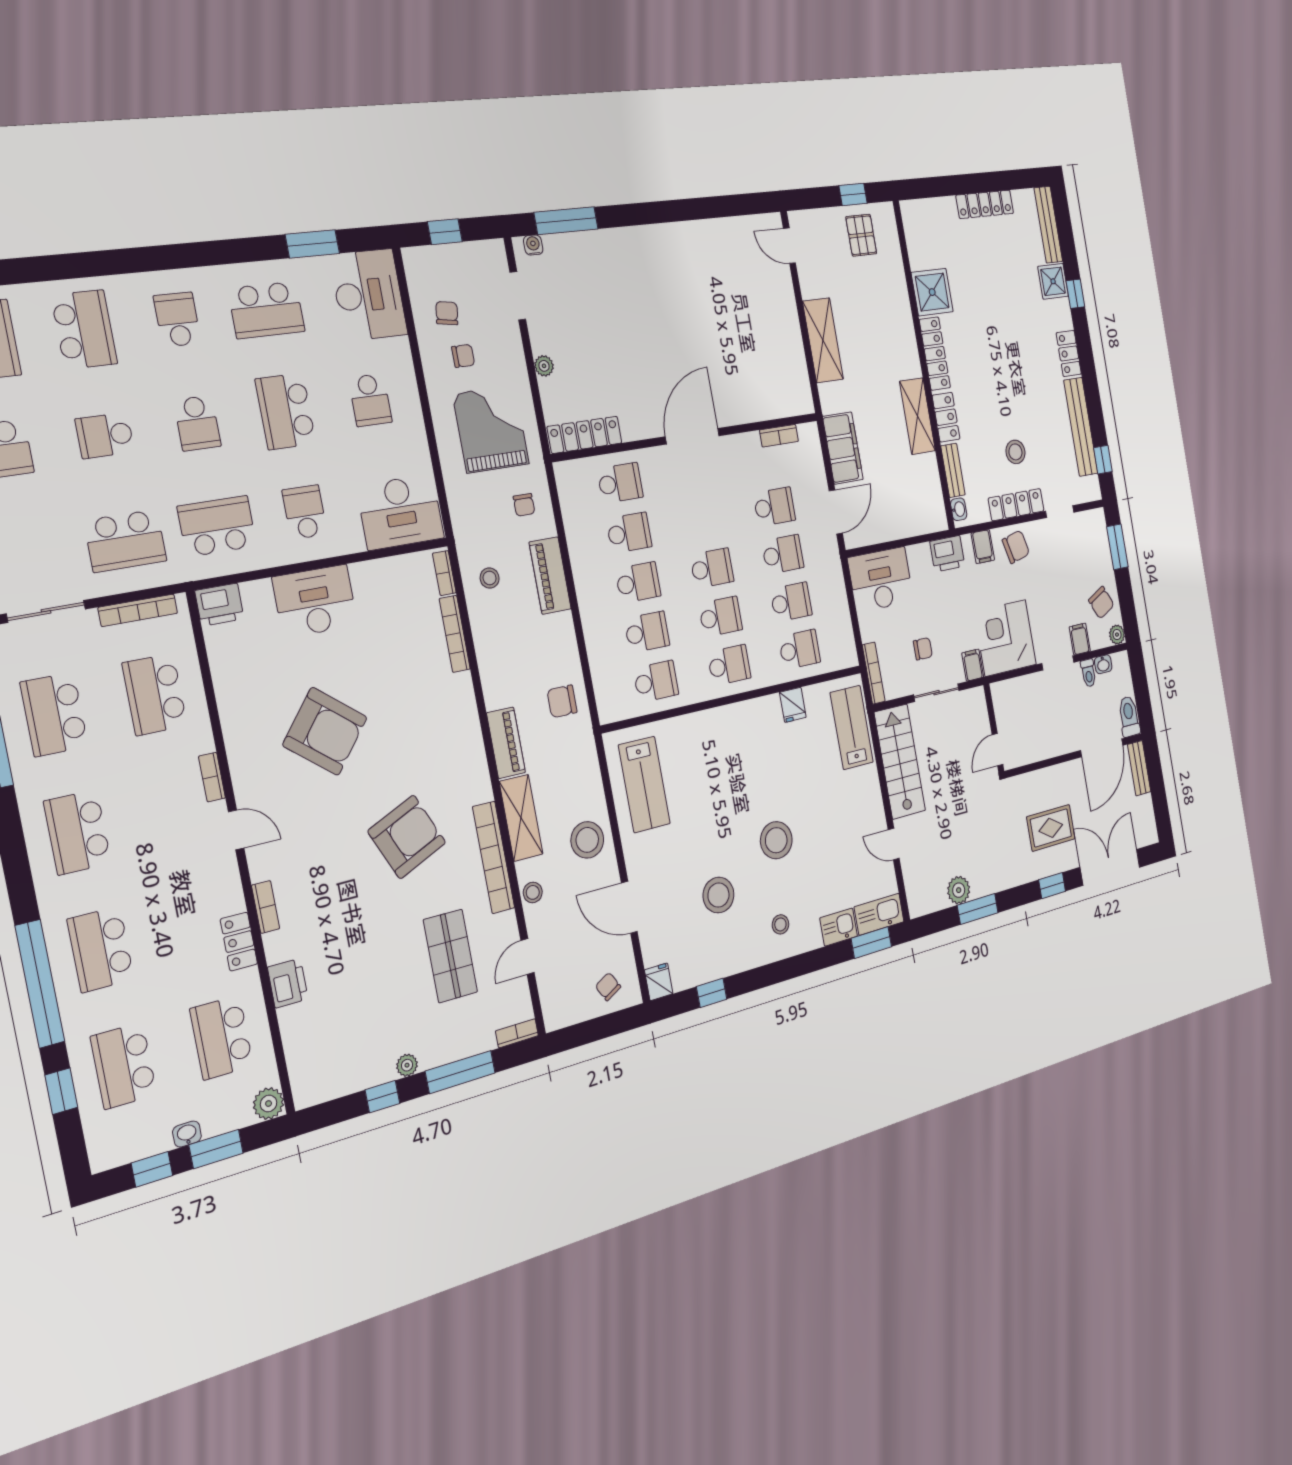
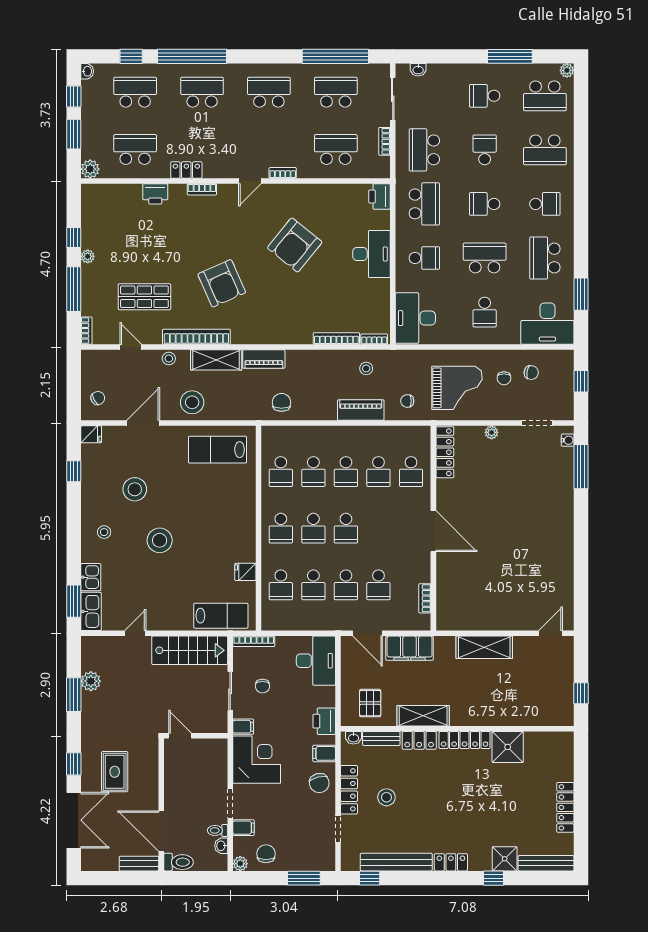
pallet: (861, 235) -> (370, 703), moved, turned 90
school desk: (370, 400) -> (485, 312), turned -90
chair: (1101, 603) -> (266, 854), turned 117
bookcase: (138, 610) -> (384, 141), width x0.64
washbasin: (187, 1134) -> (87, 71), moved

